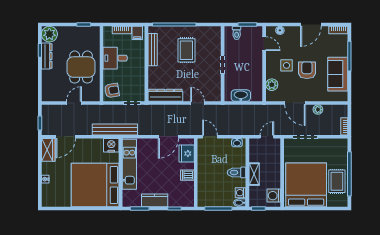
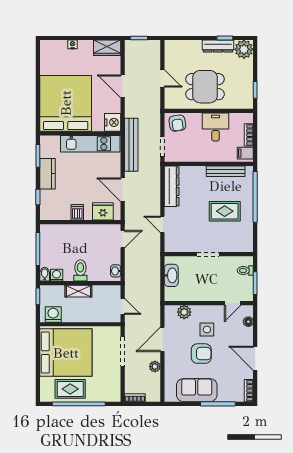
door: (198, 103) -> (162, 224), swing flipped
bench: (115, 129) -> (131, 145), moved
door: (66, 137) -> (123, 86), moved

